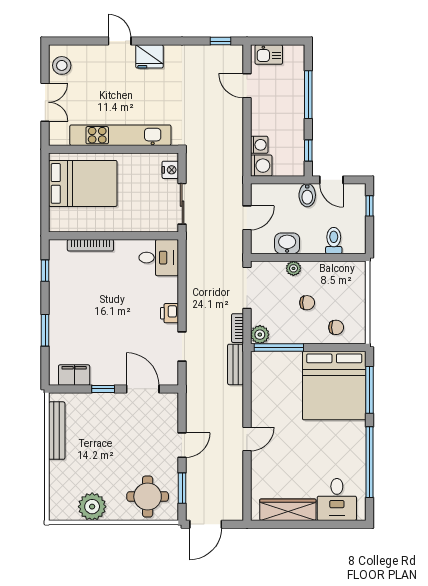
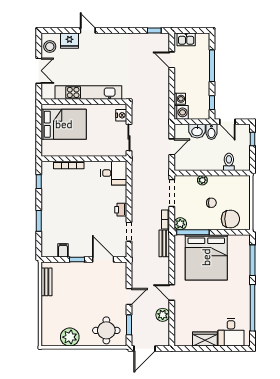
fridge: (149, 56) -> (70, 41), moved
washbasin: (287, 243) -> (197, 131), moved, turned 180
chair: (336, 327) -> (230, 219), width x1.87, depth x1.87
filing cabinet: (74, 375) -> (63, 250), width x0.50
bed: (334, 386) -> (206, 257), moved
bench: (57, 431) -> (46, 282), width x0.73
door: (247, 439) -> (172, 293), swing flipped
plant: (233, 473) -> (163, 315), added
wardrobe: (288, 510) -> (205, 339), width x0.67

